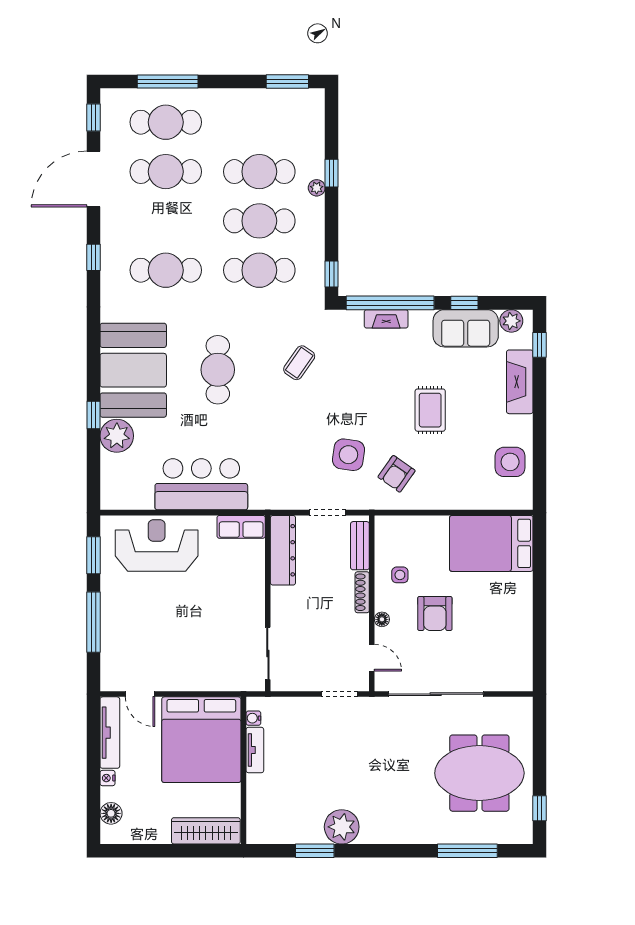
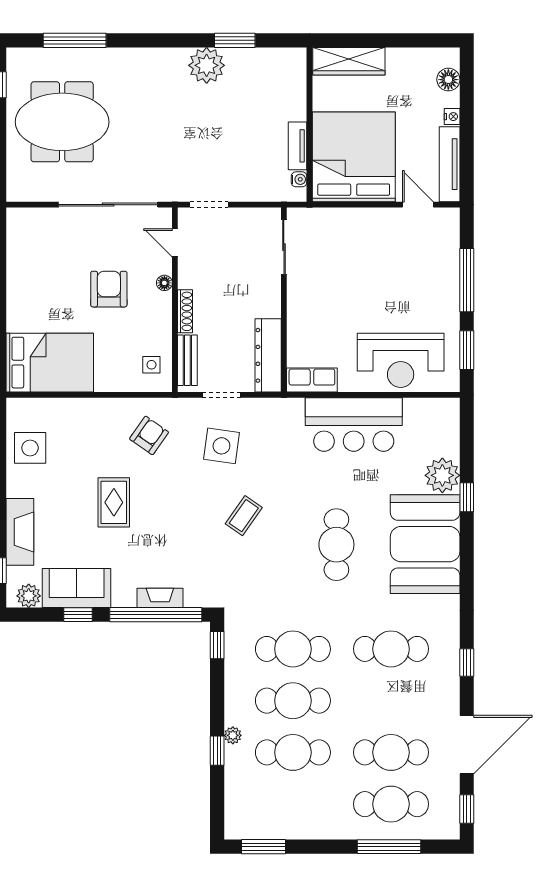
coffee table: (299, 363) -> (244, 516), moved
side table: (348, 455) -> (221, 446), moved
side table: (400, 575) -> (151, 365), moved

